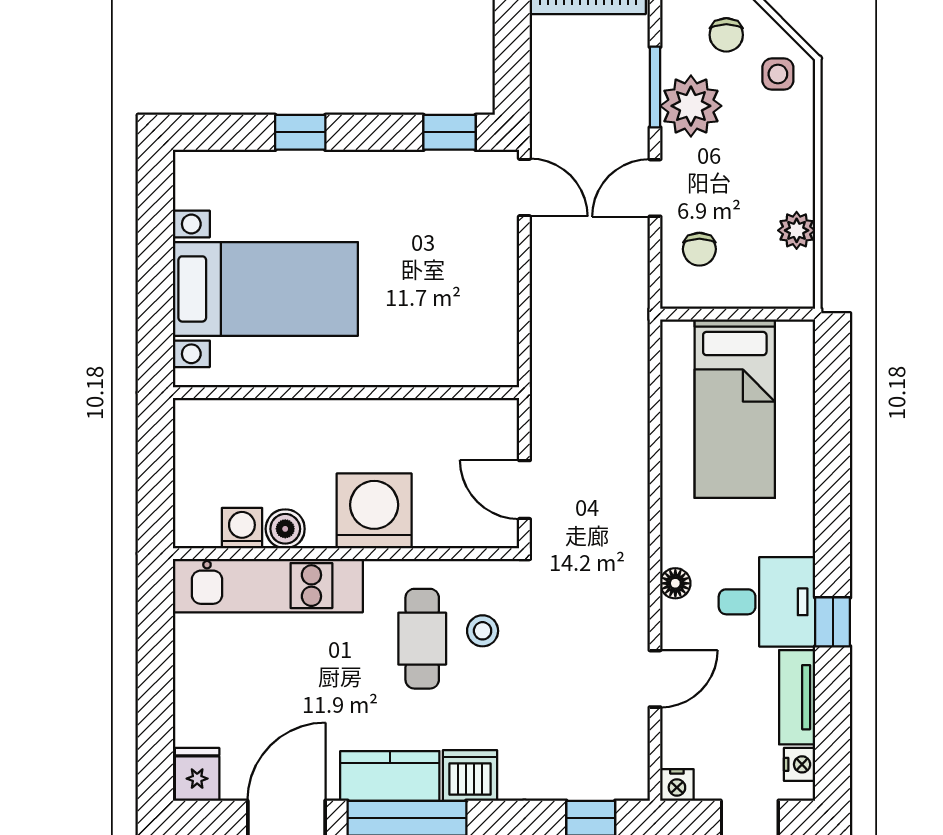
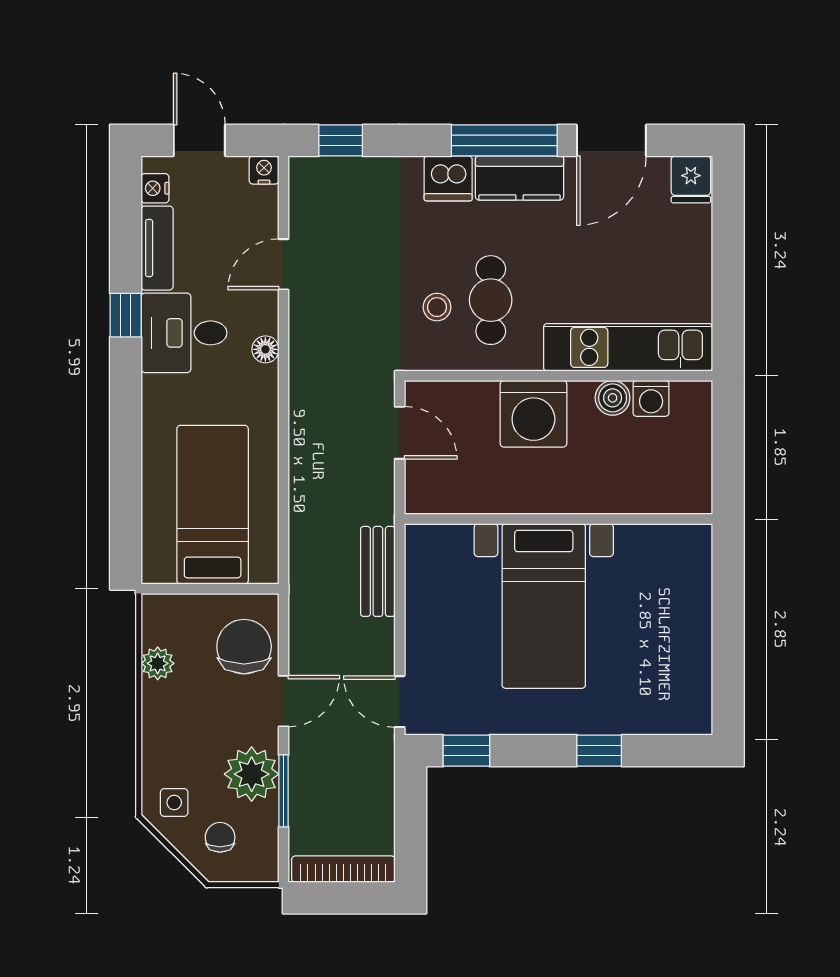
chair: (699, 249) -> (244, 647), width x1.87, depth x1.87
bed with nightstands: (265, 289) -> (544, 606), moved, turned -90
bench: (549, 334) -> (378, 571), added

